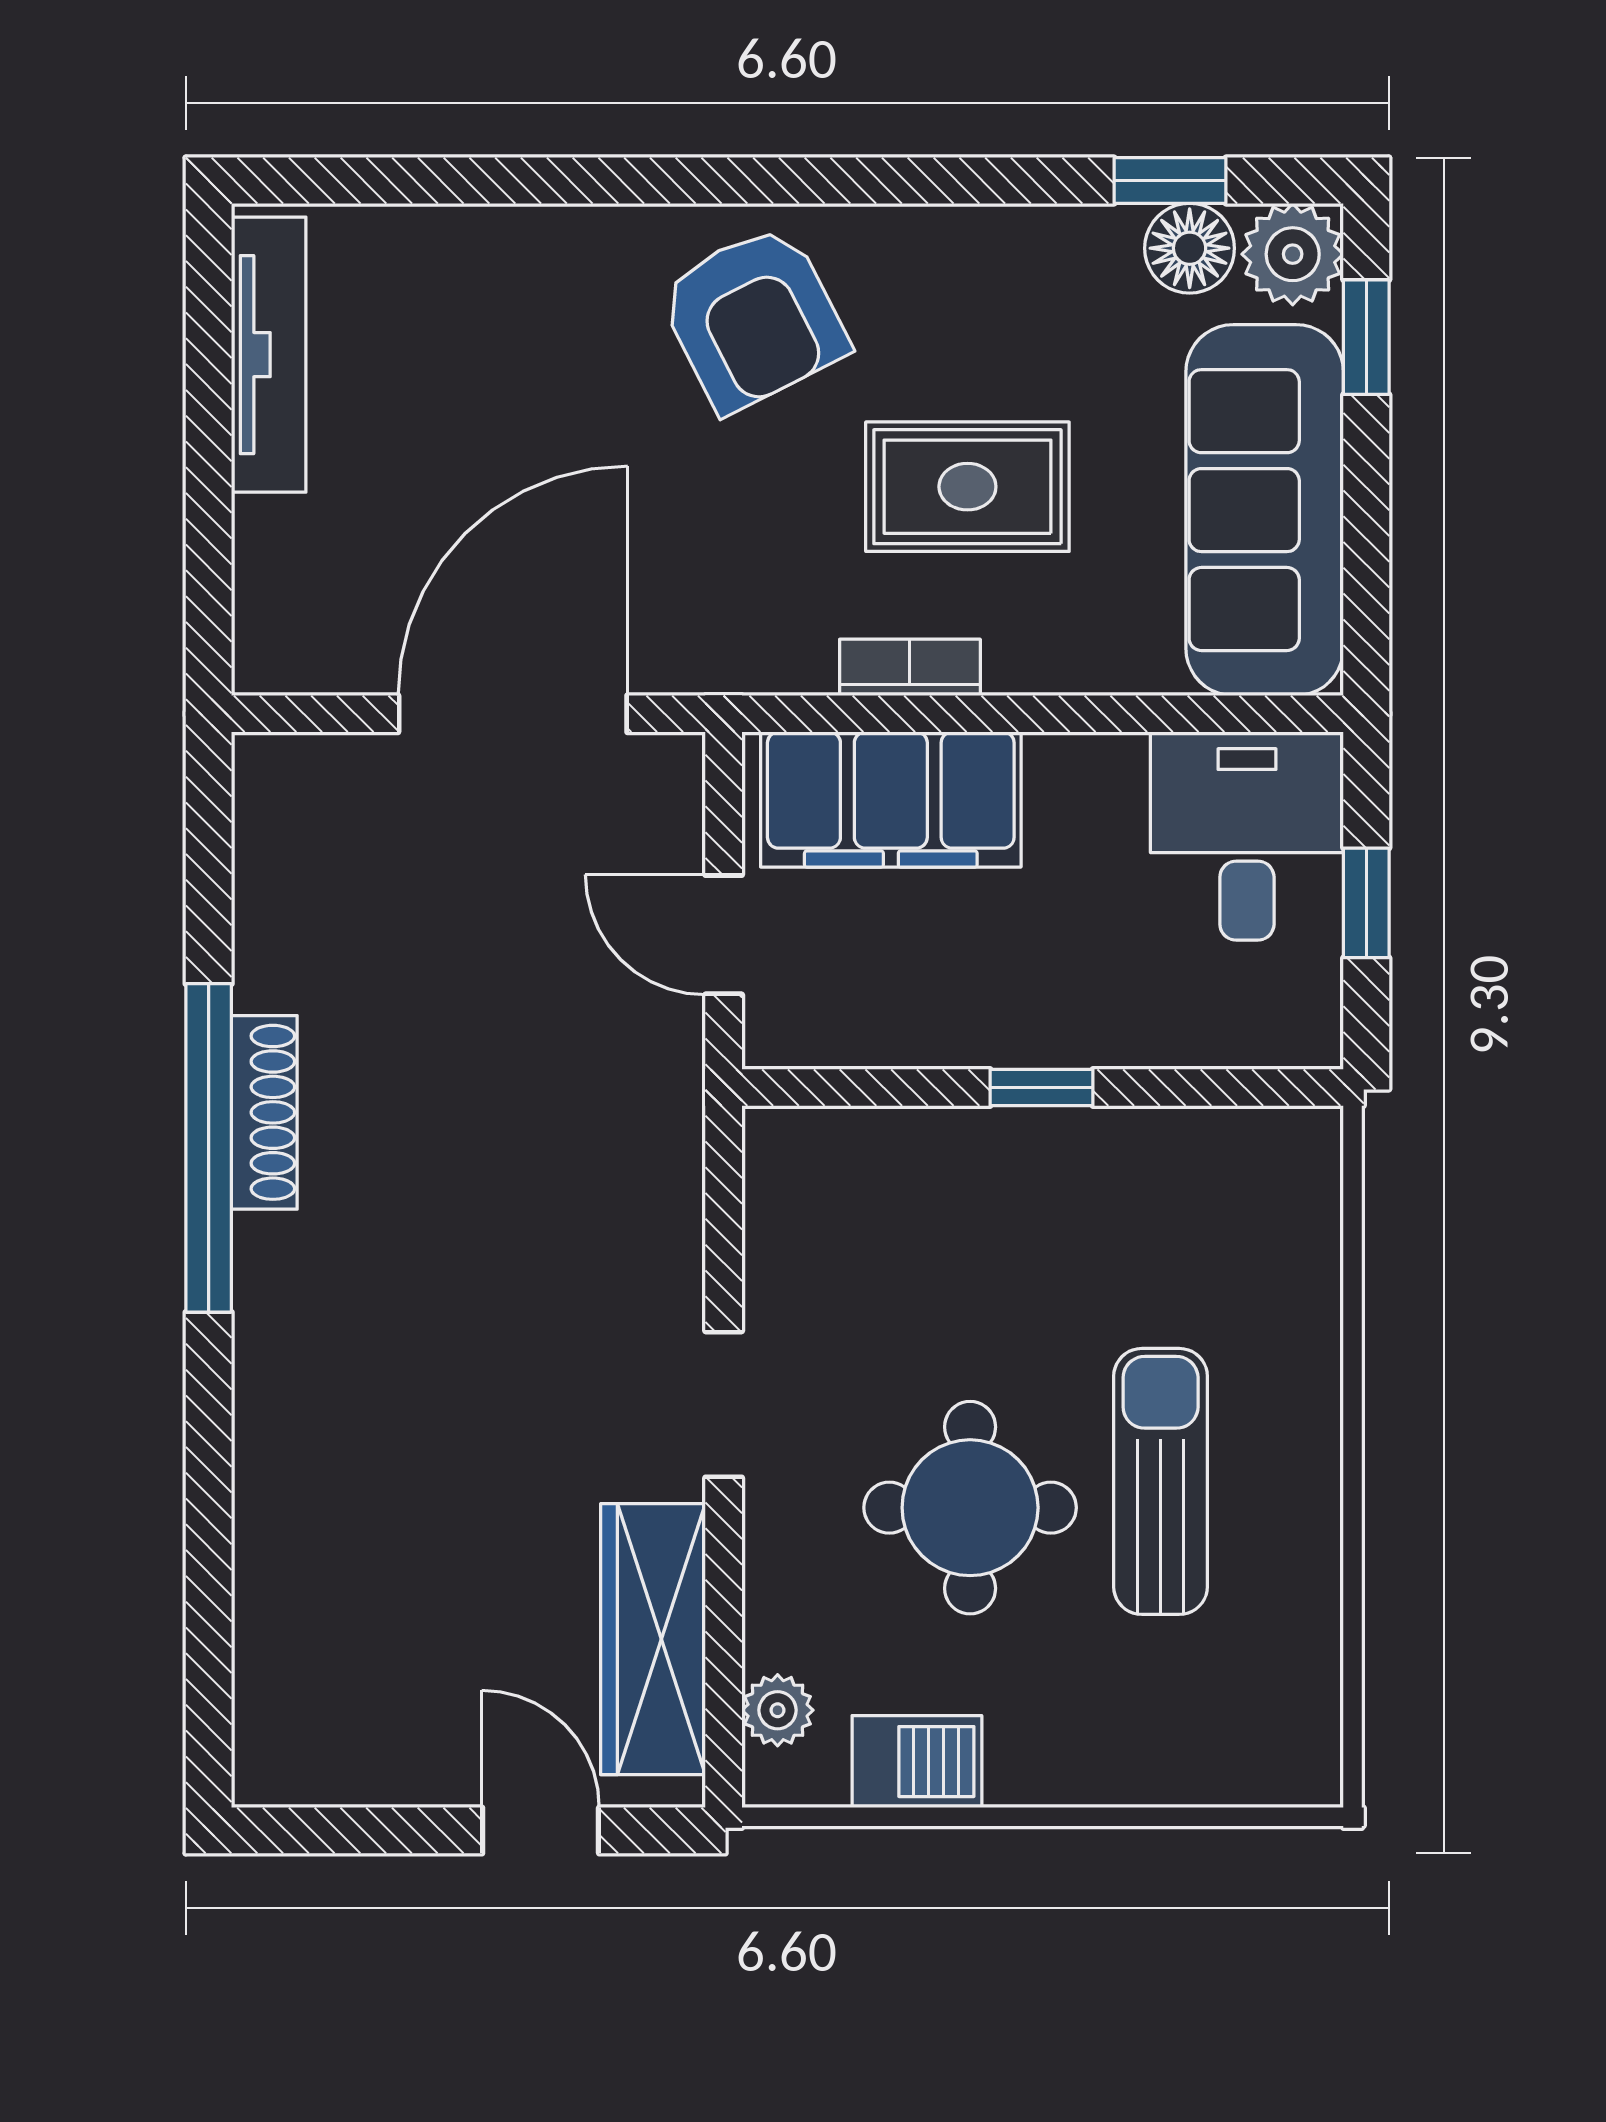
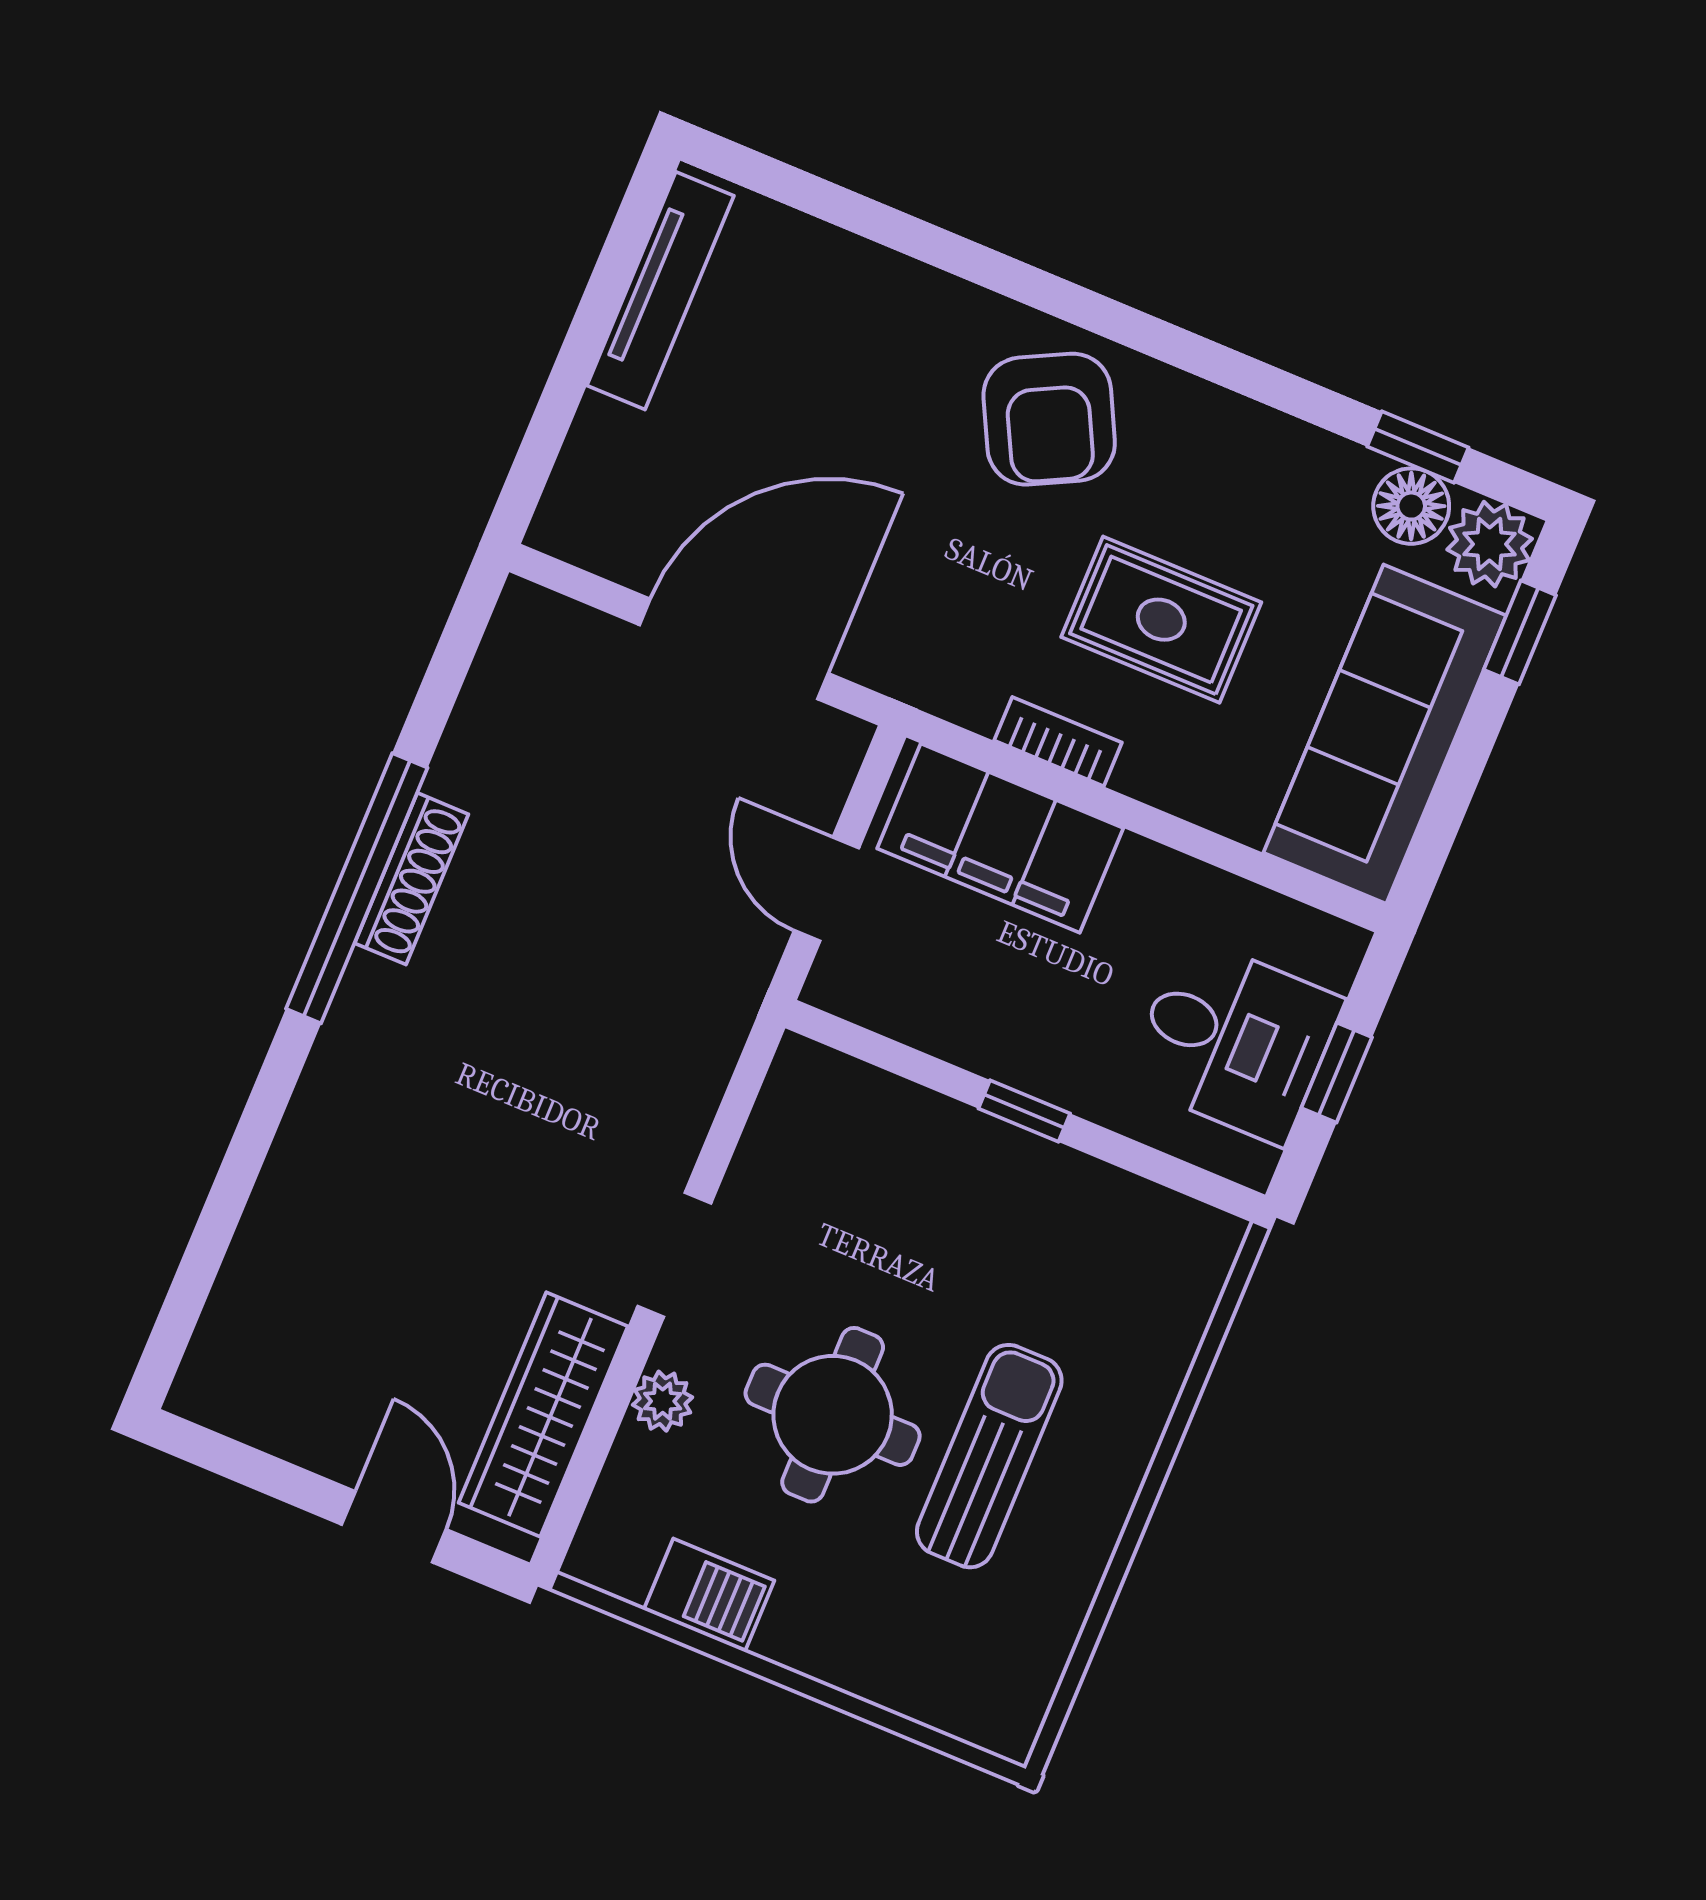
desk: (1247, 836) -> (1234, 1040), moved, turned 90
plant: (778, 1710) -> (663, 1401), moved

